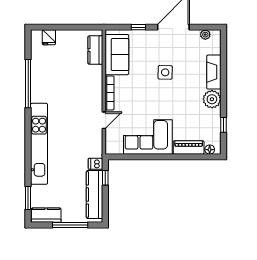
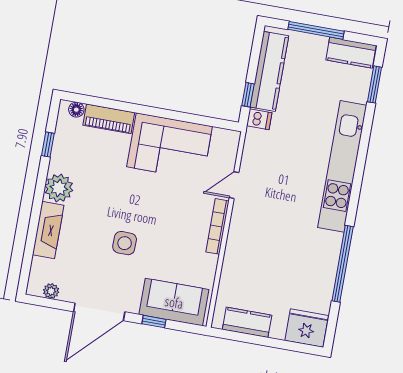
fridge: (49, 37) -> (307, 328), width x1.88, depth x1.34
kitchen counter: (95, 50) -> (247, 322), moved, turned -90
sofa: (117, 55) -> (174, 302), moved, turned 90

